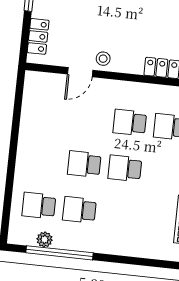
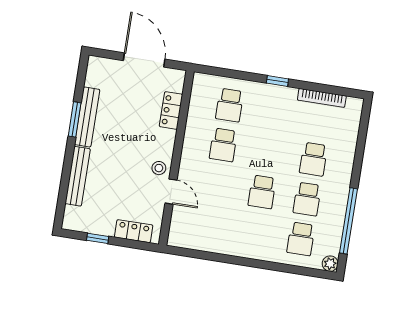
school desk: (125, 168) -> (313, 159), moved
plant: (45, 240) -> (330, 264), moved

